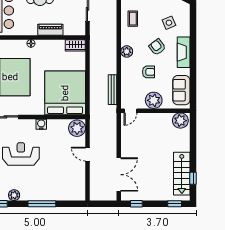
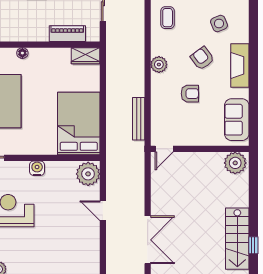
piano: (50, 30) -> (67, 34), moved
bed: (65, 93) -> (79, 123), width x0.73
plant: (154, 100) -> (197, 134), removed

